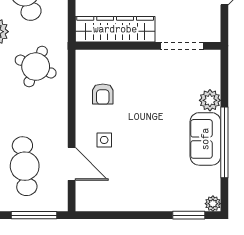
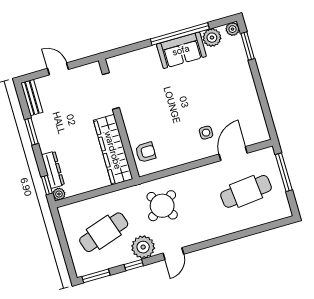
round table: (36, 67) -> (162, 206), turned 33
armchair: (103, 94) -> (146, 152), moved
plant: (210, 100) -> (212, 38), moved

